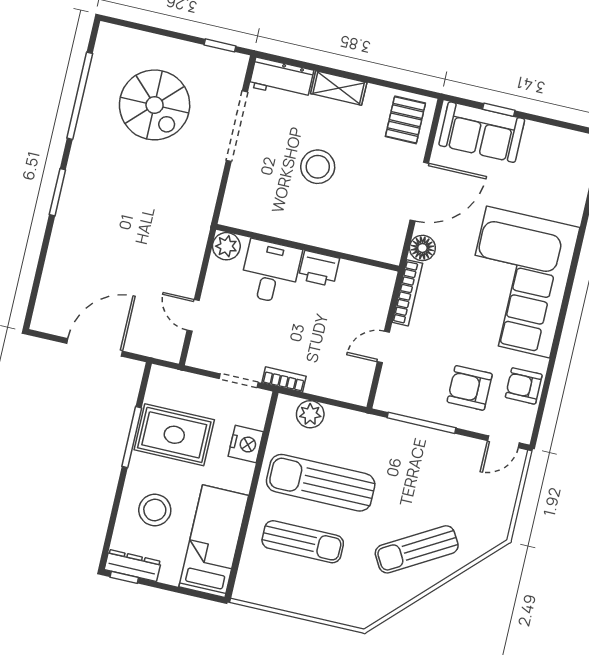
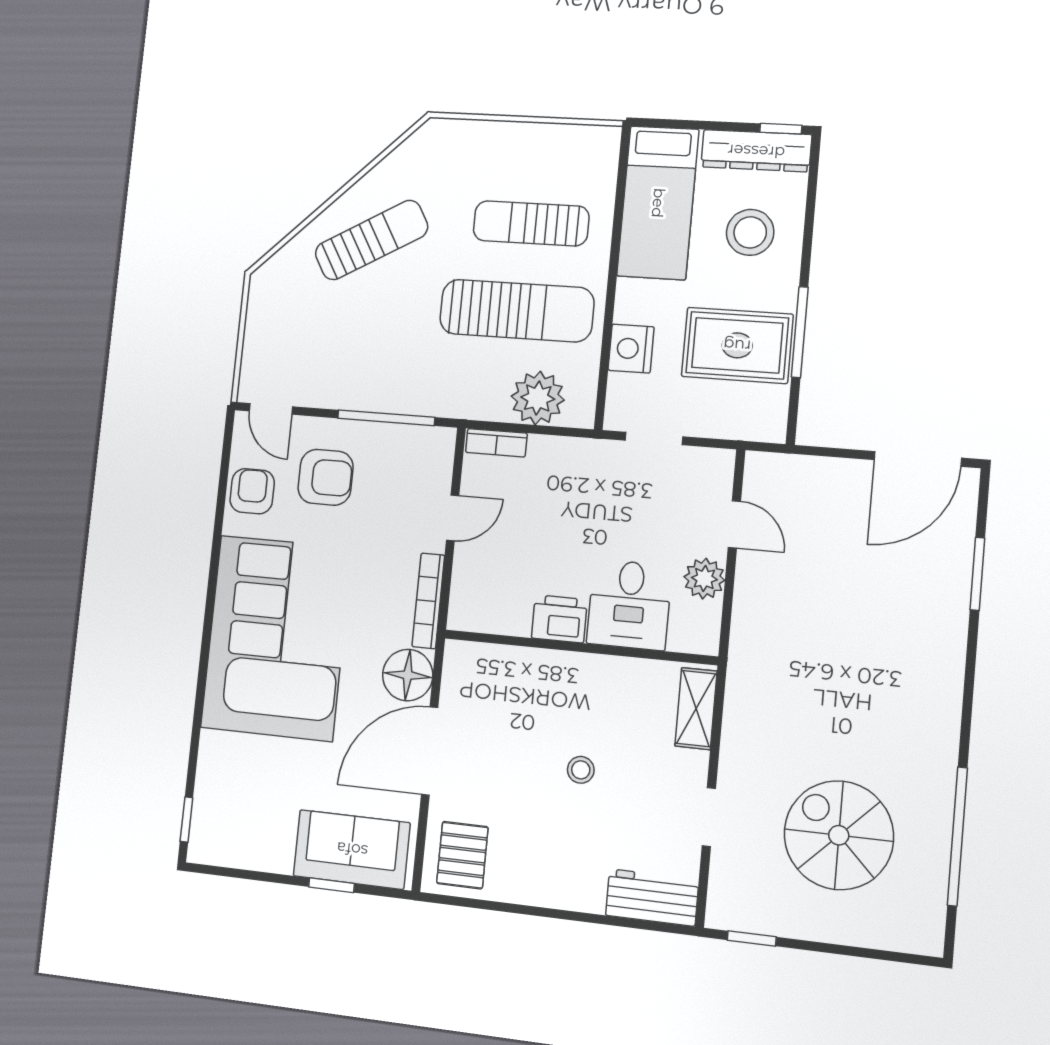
shelving: (339, 88) -> (696, 709), moved, turned 90
doorway: (237, 126) -> (709, 817), width x0.53
stool: (318, 167) -> (581, 770), width x0.53, depth x0.53
window: (57, 192) -> (977, 574), moved
plant: (226, 246) -> (704, 579), moved
floor lamp: (422, 248) -> (408, 675), width x1.38, depth x1.38
door: (95, 347) -> (918, 459), moved
bookcase: (284, 379) -> (496, 443), moved
armchair: (524, 386) -> (252, 491), turned -90
plant: (310, 414) -> (538, 398), width x1.36, depth x1.36
door: (503, 442) -> (271, 409), swing flipped
dresser: (133, 565) -> (756, 151), width x1.37, depth x1.24

